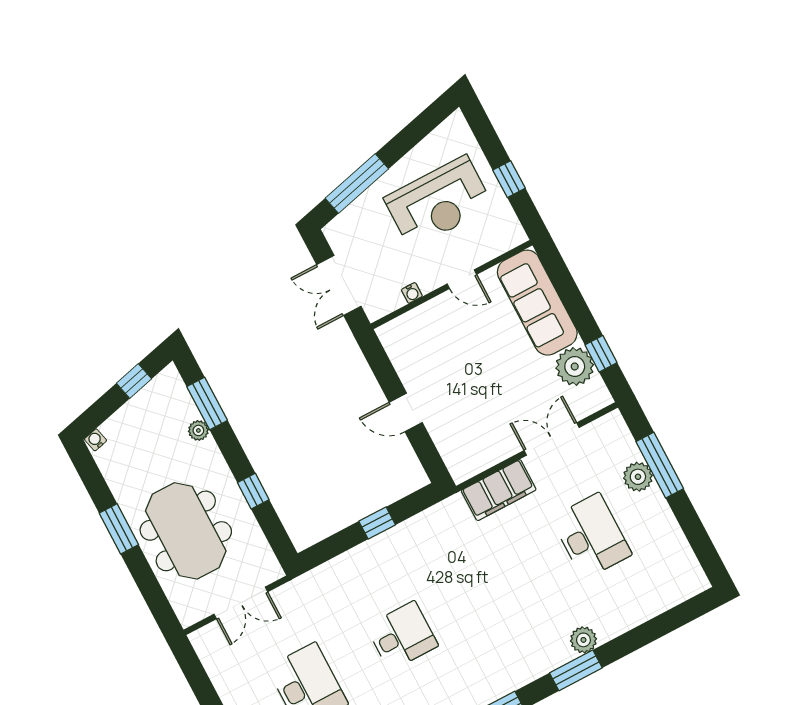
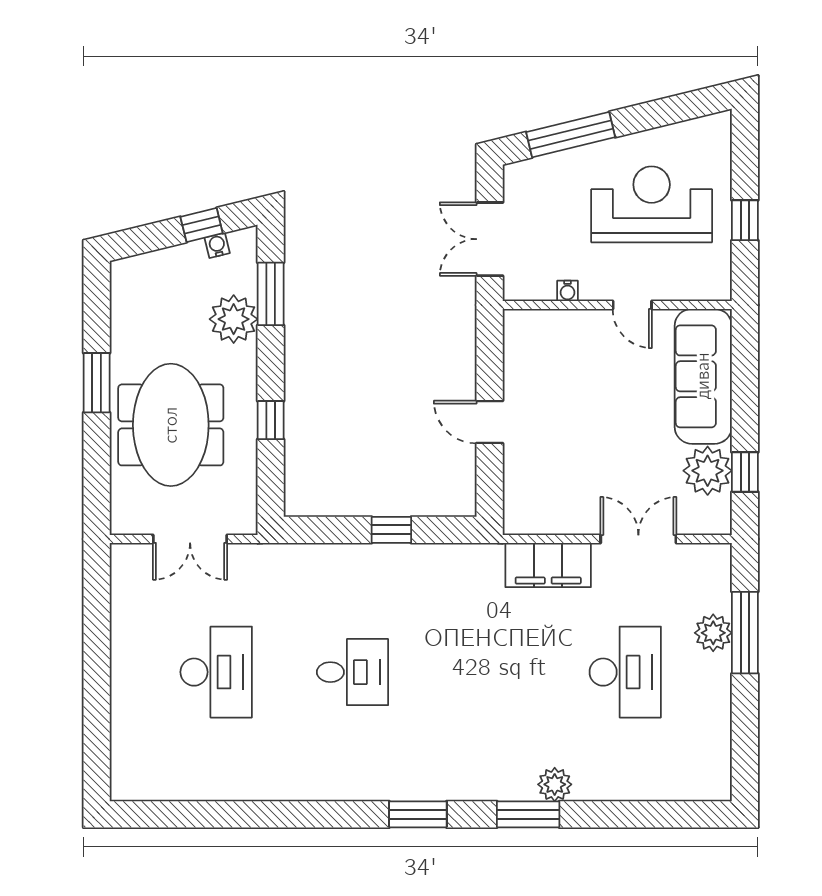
reception desk: (439, 202) -> (652, 204), turned 180
plant: (198, 430) -> (234, 319), width x1.88, depth x1.88
water cooler: (95, 440) -> (217, 245), moved

